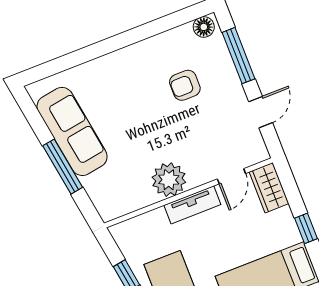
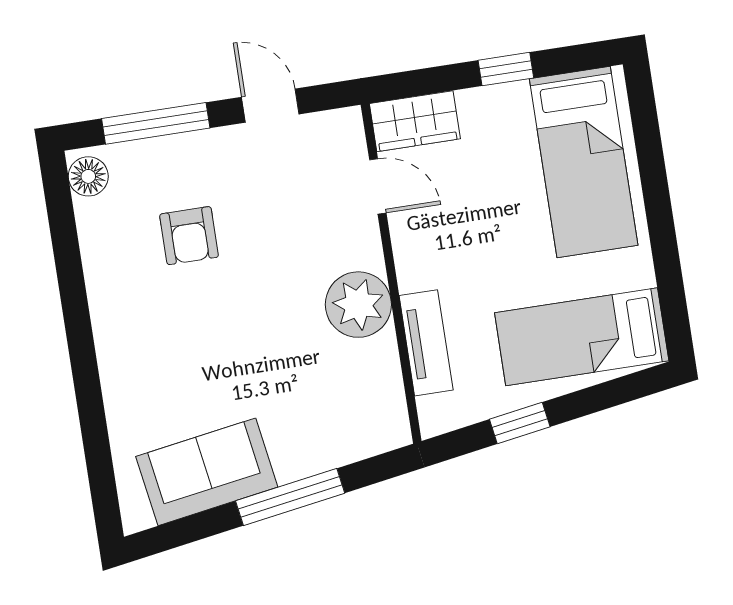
sofa: (72, 131) -> (207, 472), width x0.73
tv unit: (192, 205) -> (426, 343), moved

